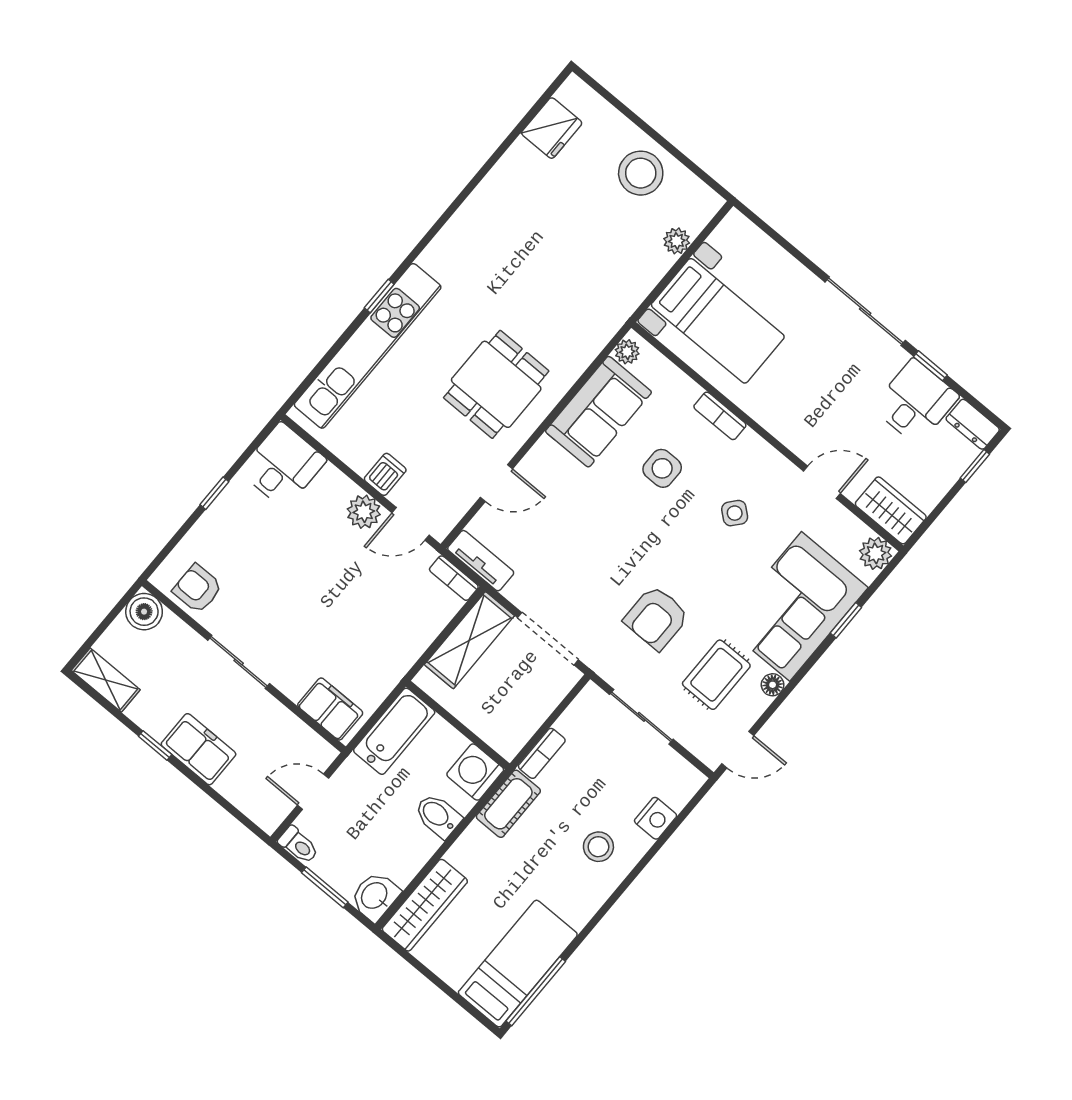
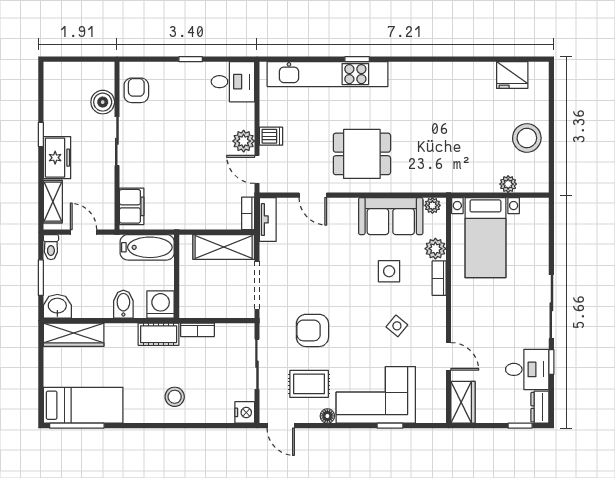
plant: (876, 553) -> (435, 249), moved
boiler: (144, 612) -> (103, 102), moved
shelving: (106, 680) -> (53, 202), moved
nightstand: (656, 818) -> (245, 412), moved, turned -90

